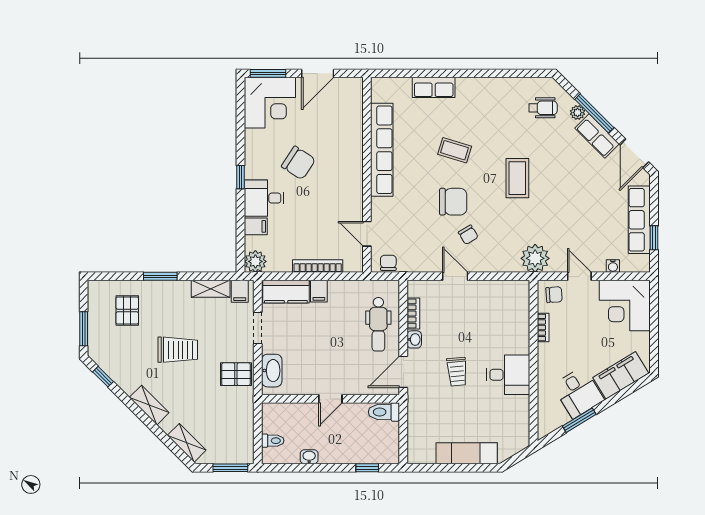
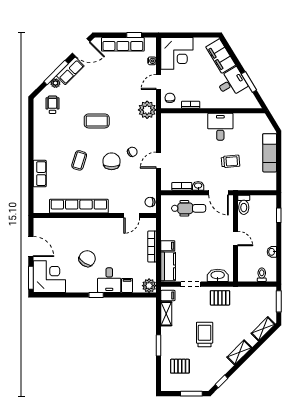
trolley: (457, 372) -> (231, 161), moved
pallet: (236, 374) -> (220, 298), turned 90

